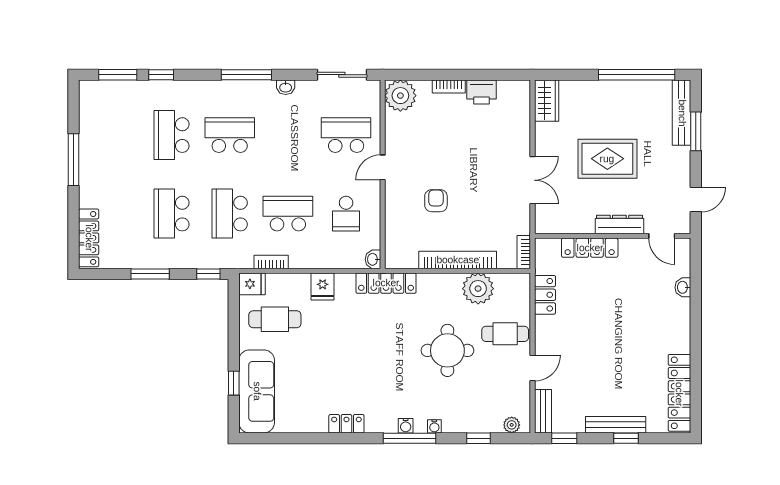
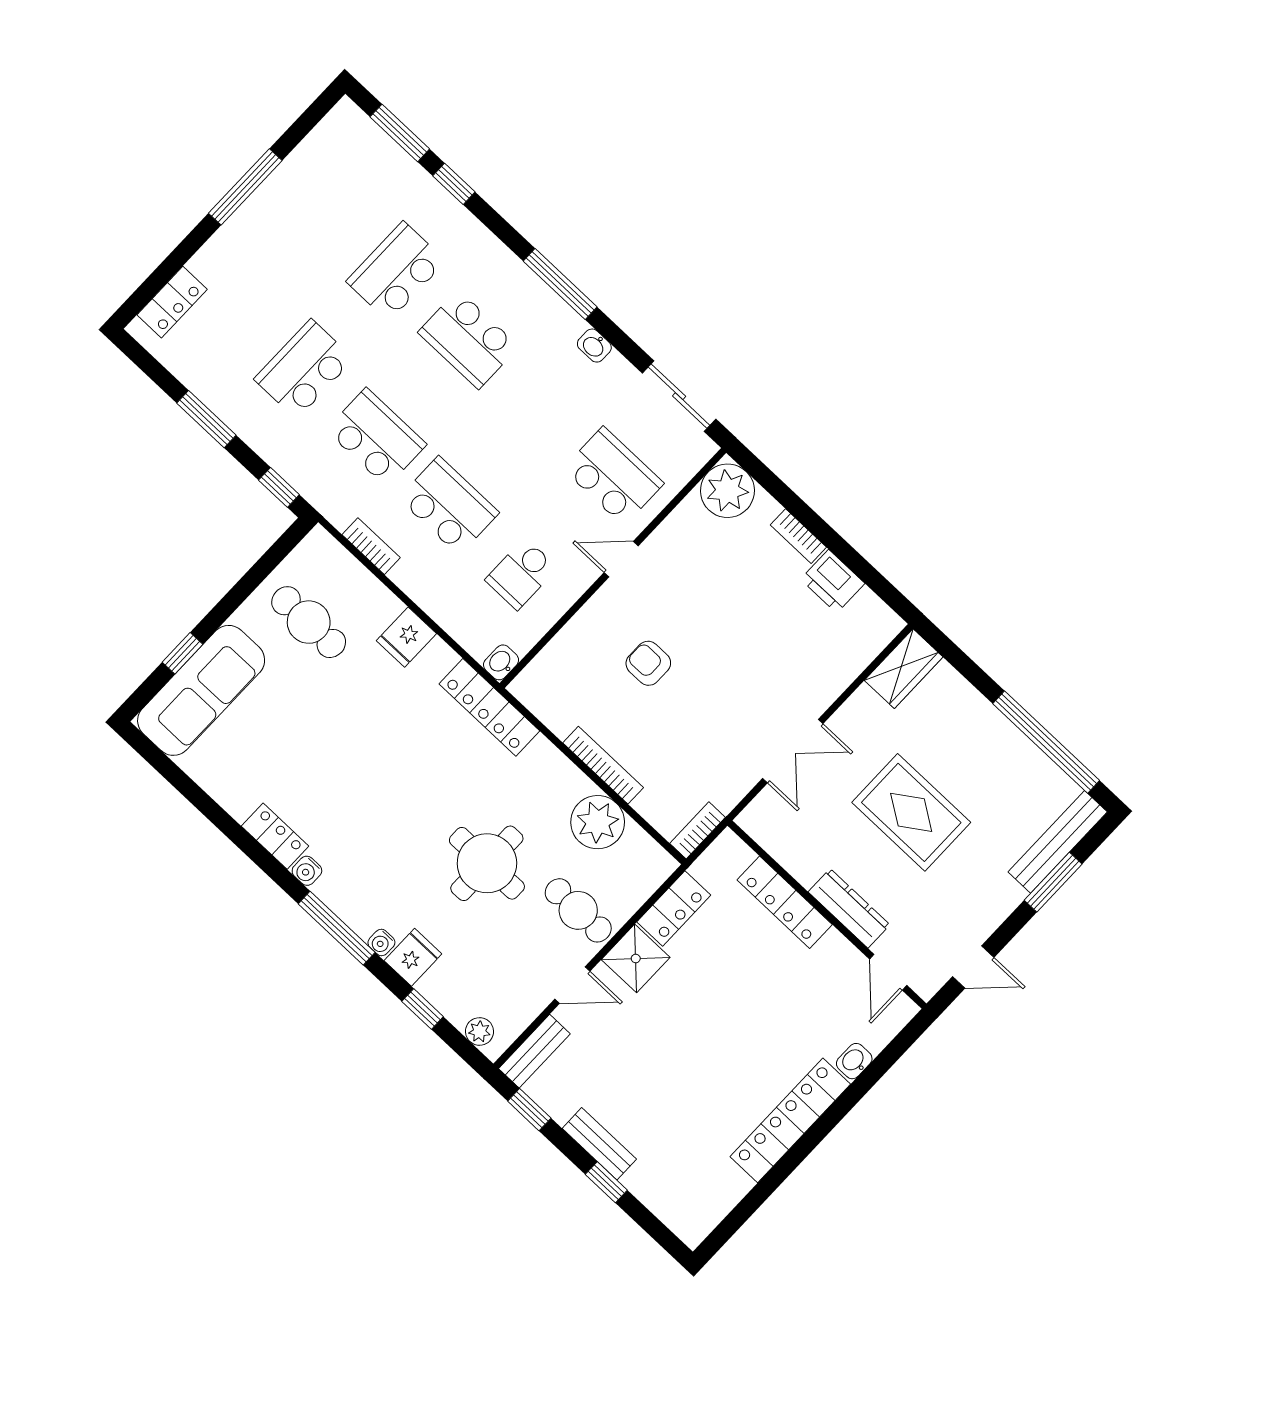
school desk: (230, 135) -> (468, 340), turned 180
armchair: (436, 201) -> (648, 663), turned -90
school desk: (230, 214) -> (376, 437), turned 90
locker: (89, 238) -> (172, 302), width x0.66
bookcase: (458, 260) -> (603, 765), width x0.68, depth x0.76
fridge: (252, 284) -> (413, 957), moved, turned -90
shower: (549, 331) -> (636, 958), added
locker: (679, 393) -> (790, 1120), moved
bench: (616, 425) -> (599, 1144), width x0.73
water cooler: (406, 426) -> (307, 871), moved

